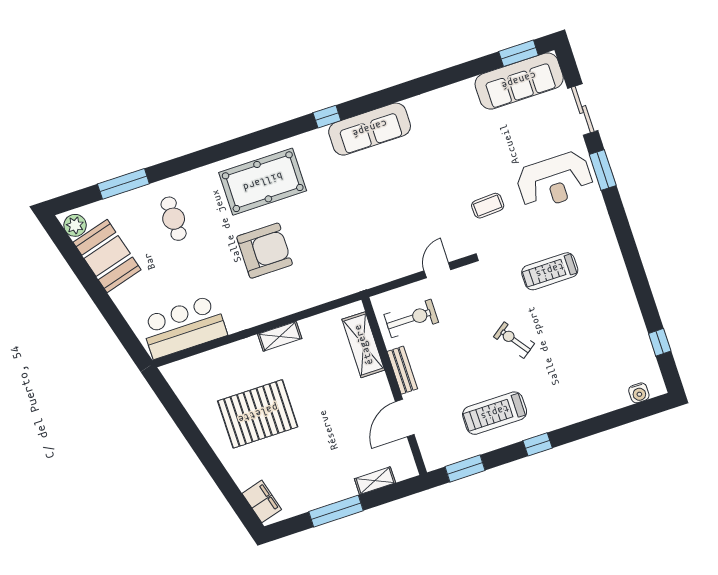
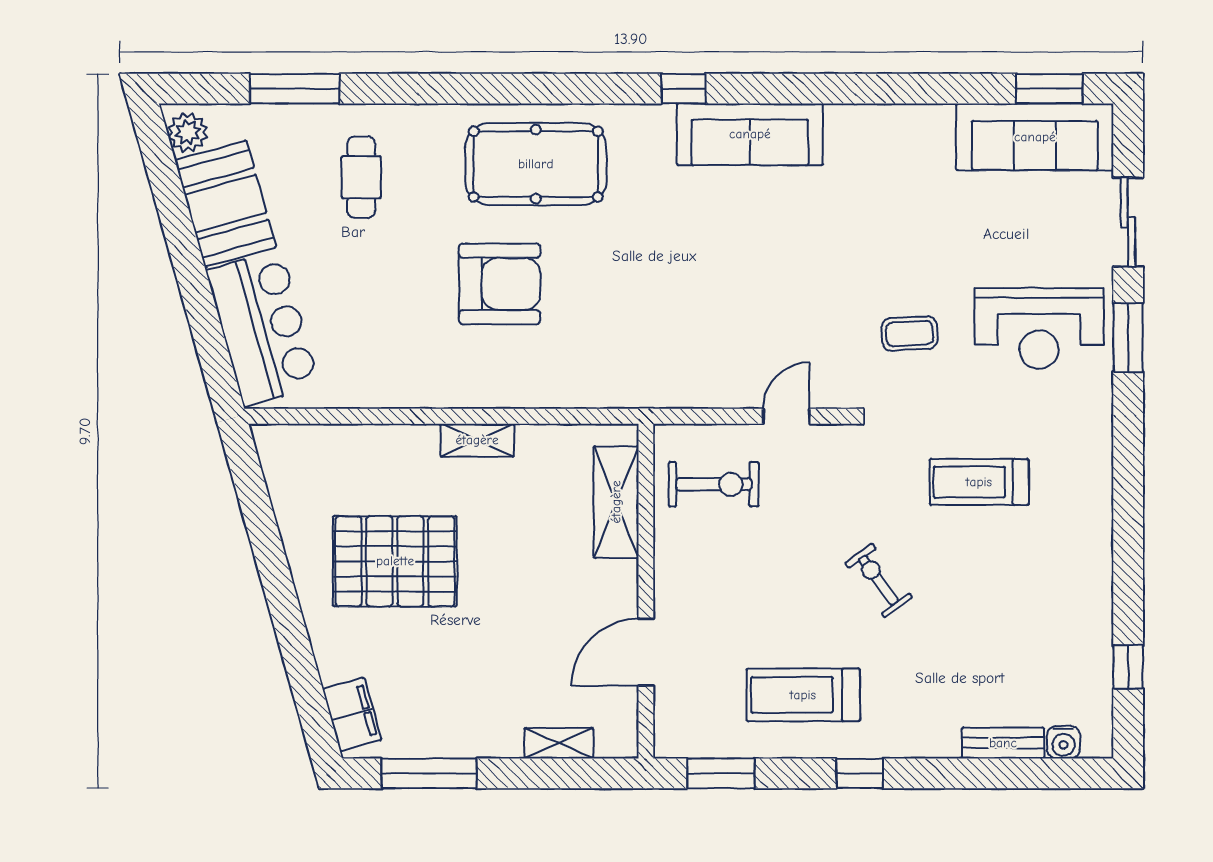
bar counter: (184, 327) -> (263, 328), moved, turned 74
bench: (402, 370) -> (1003, 743), moved, turned 90
window: (336, 511) -> (429, 773), moved

